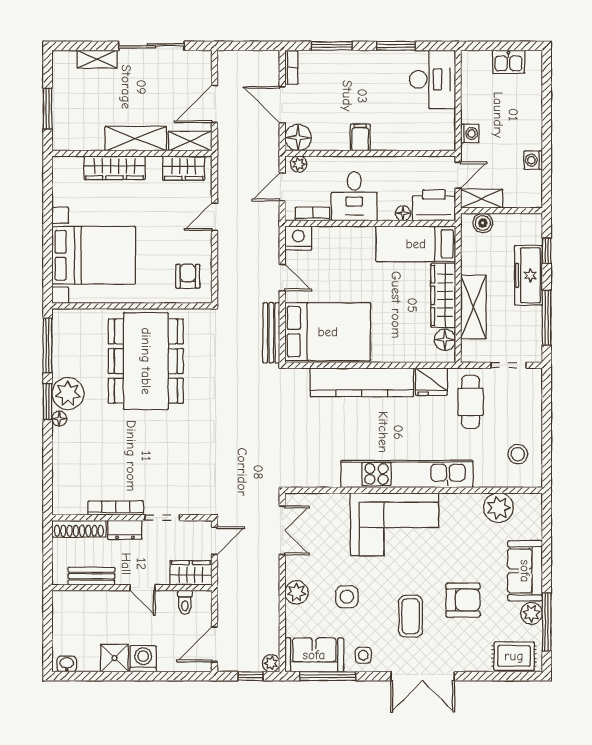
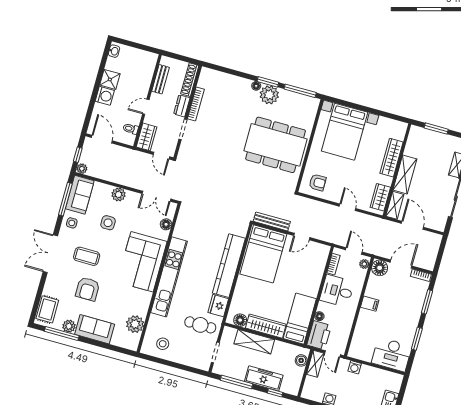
nightstand: (298, 238) -> (322, 252), removed
floor lamp: (323, 502) -> (166, 224), added

